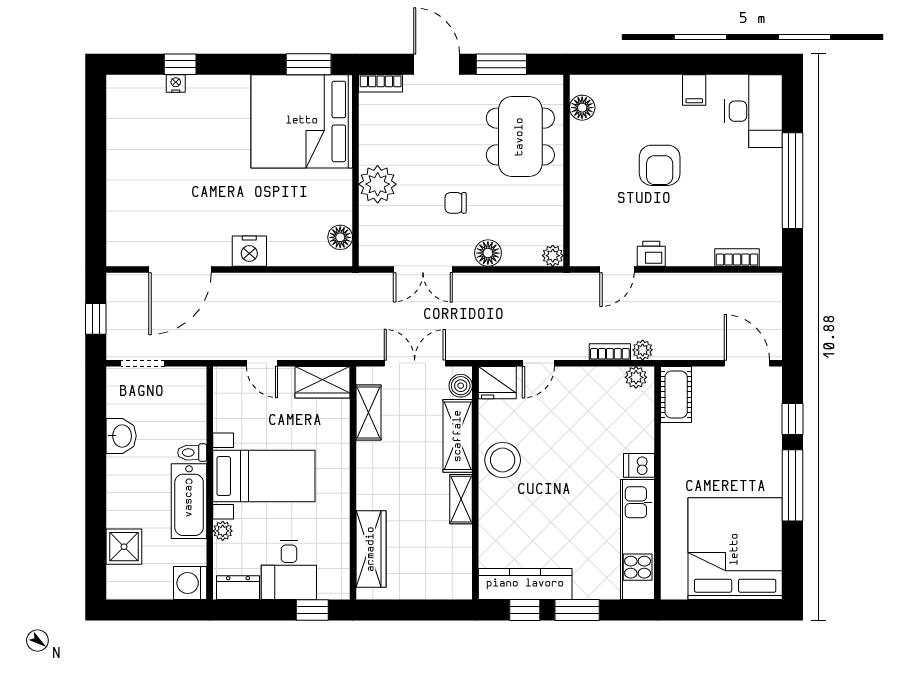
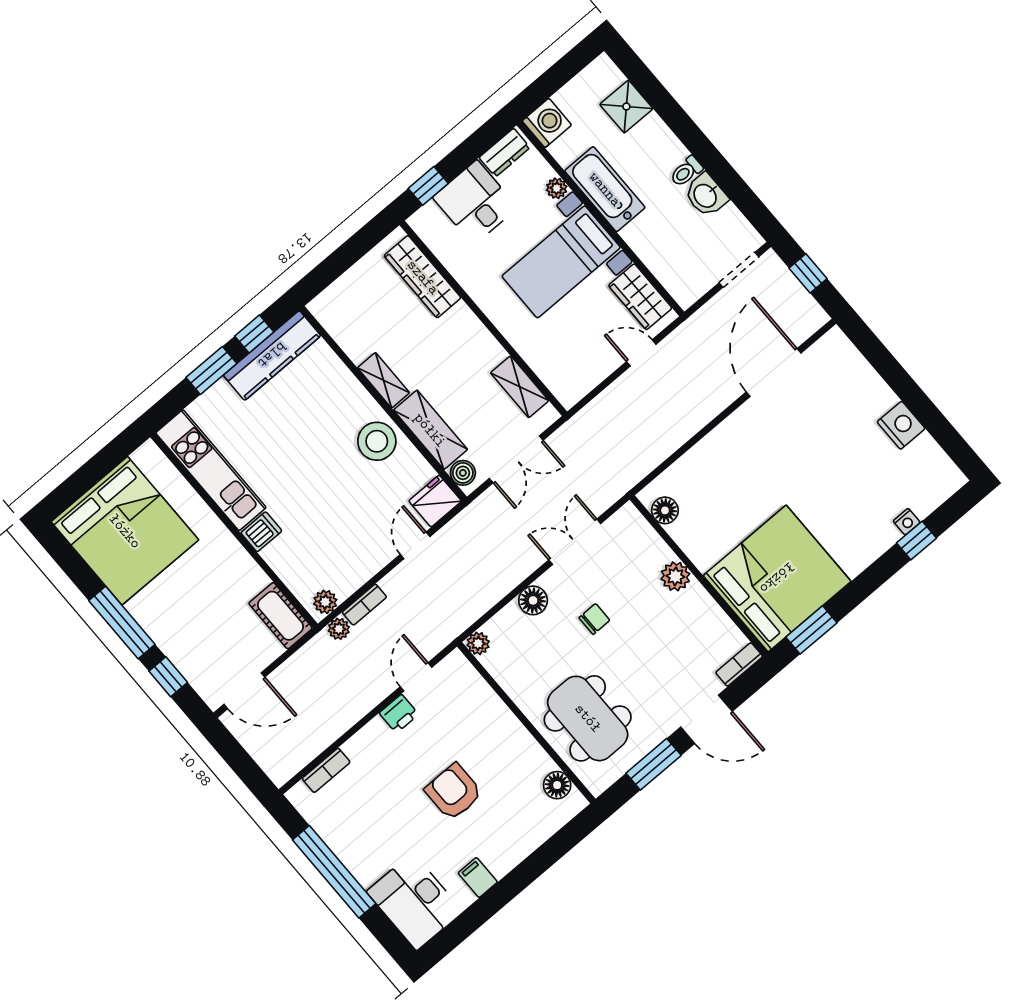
plant: (378, 184) -> (675, 576), width x0.73, depth x0.73
nightstand: (249, 251) -> (901, 425), moved, turned 90
wardrobe: (323, 382) -> (640, 297), moved, turned -90
toilet: (192, 453) -> (686, 171), moved, turned 180

